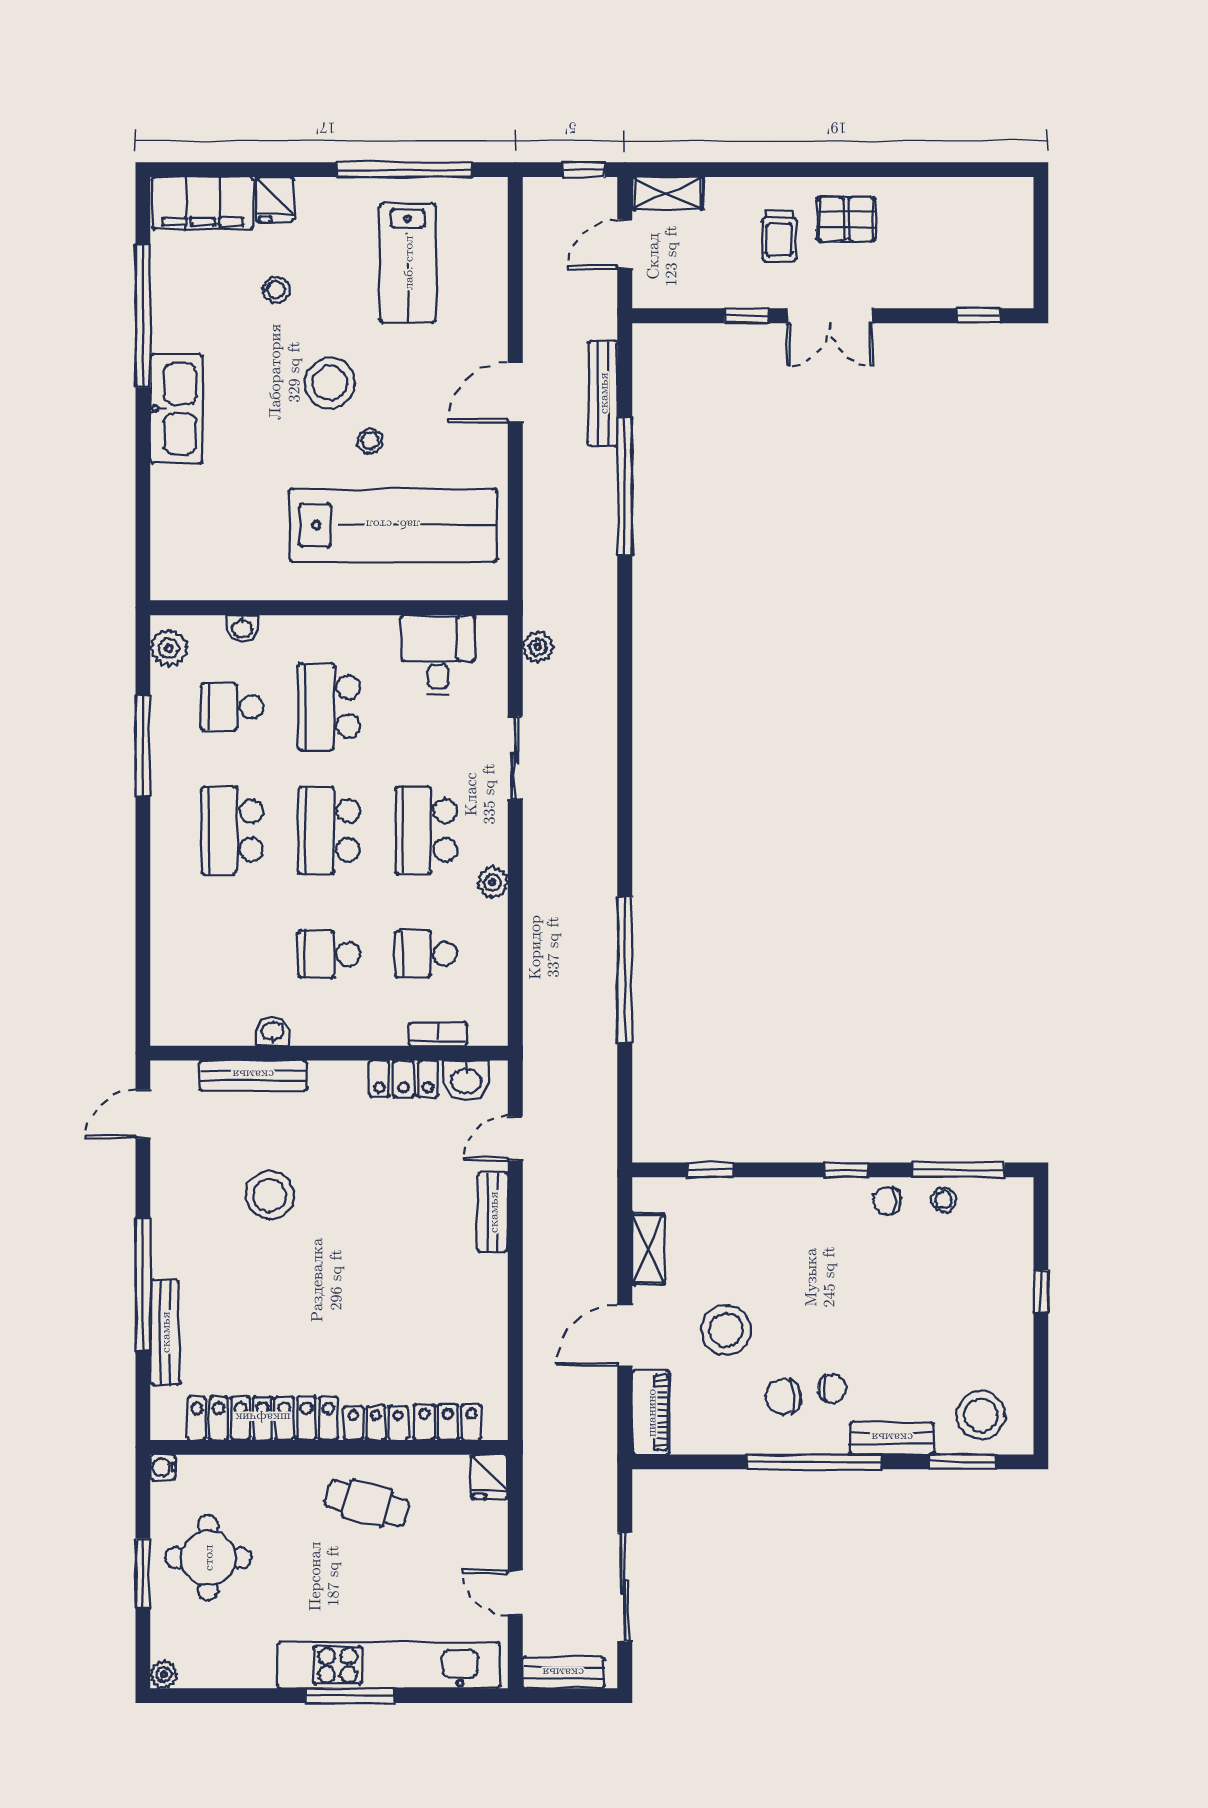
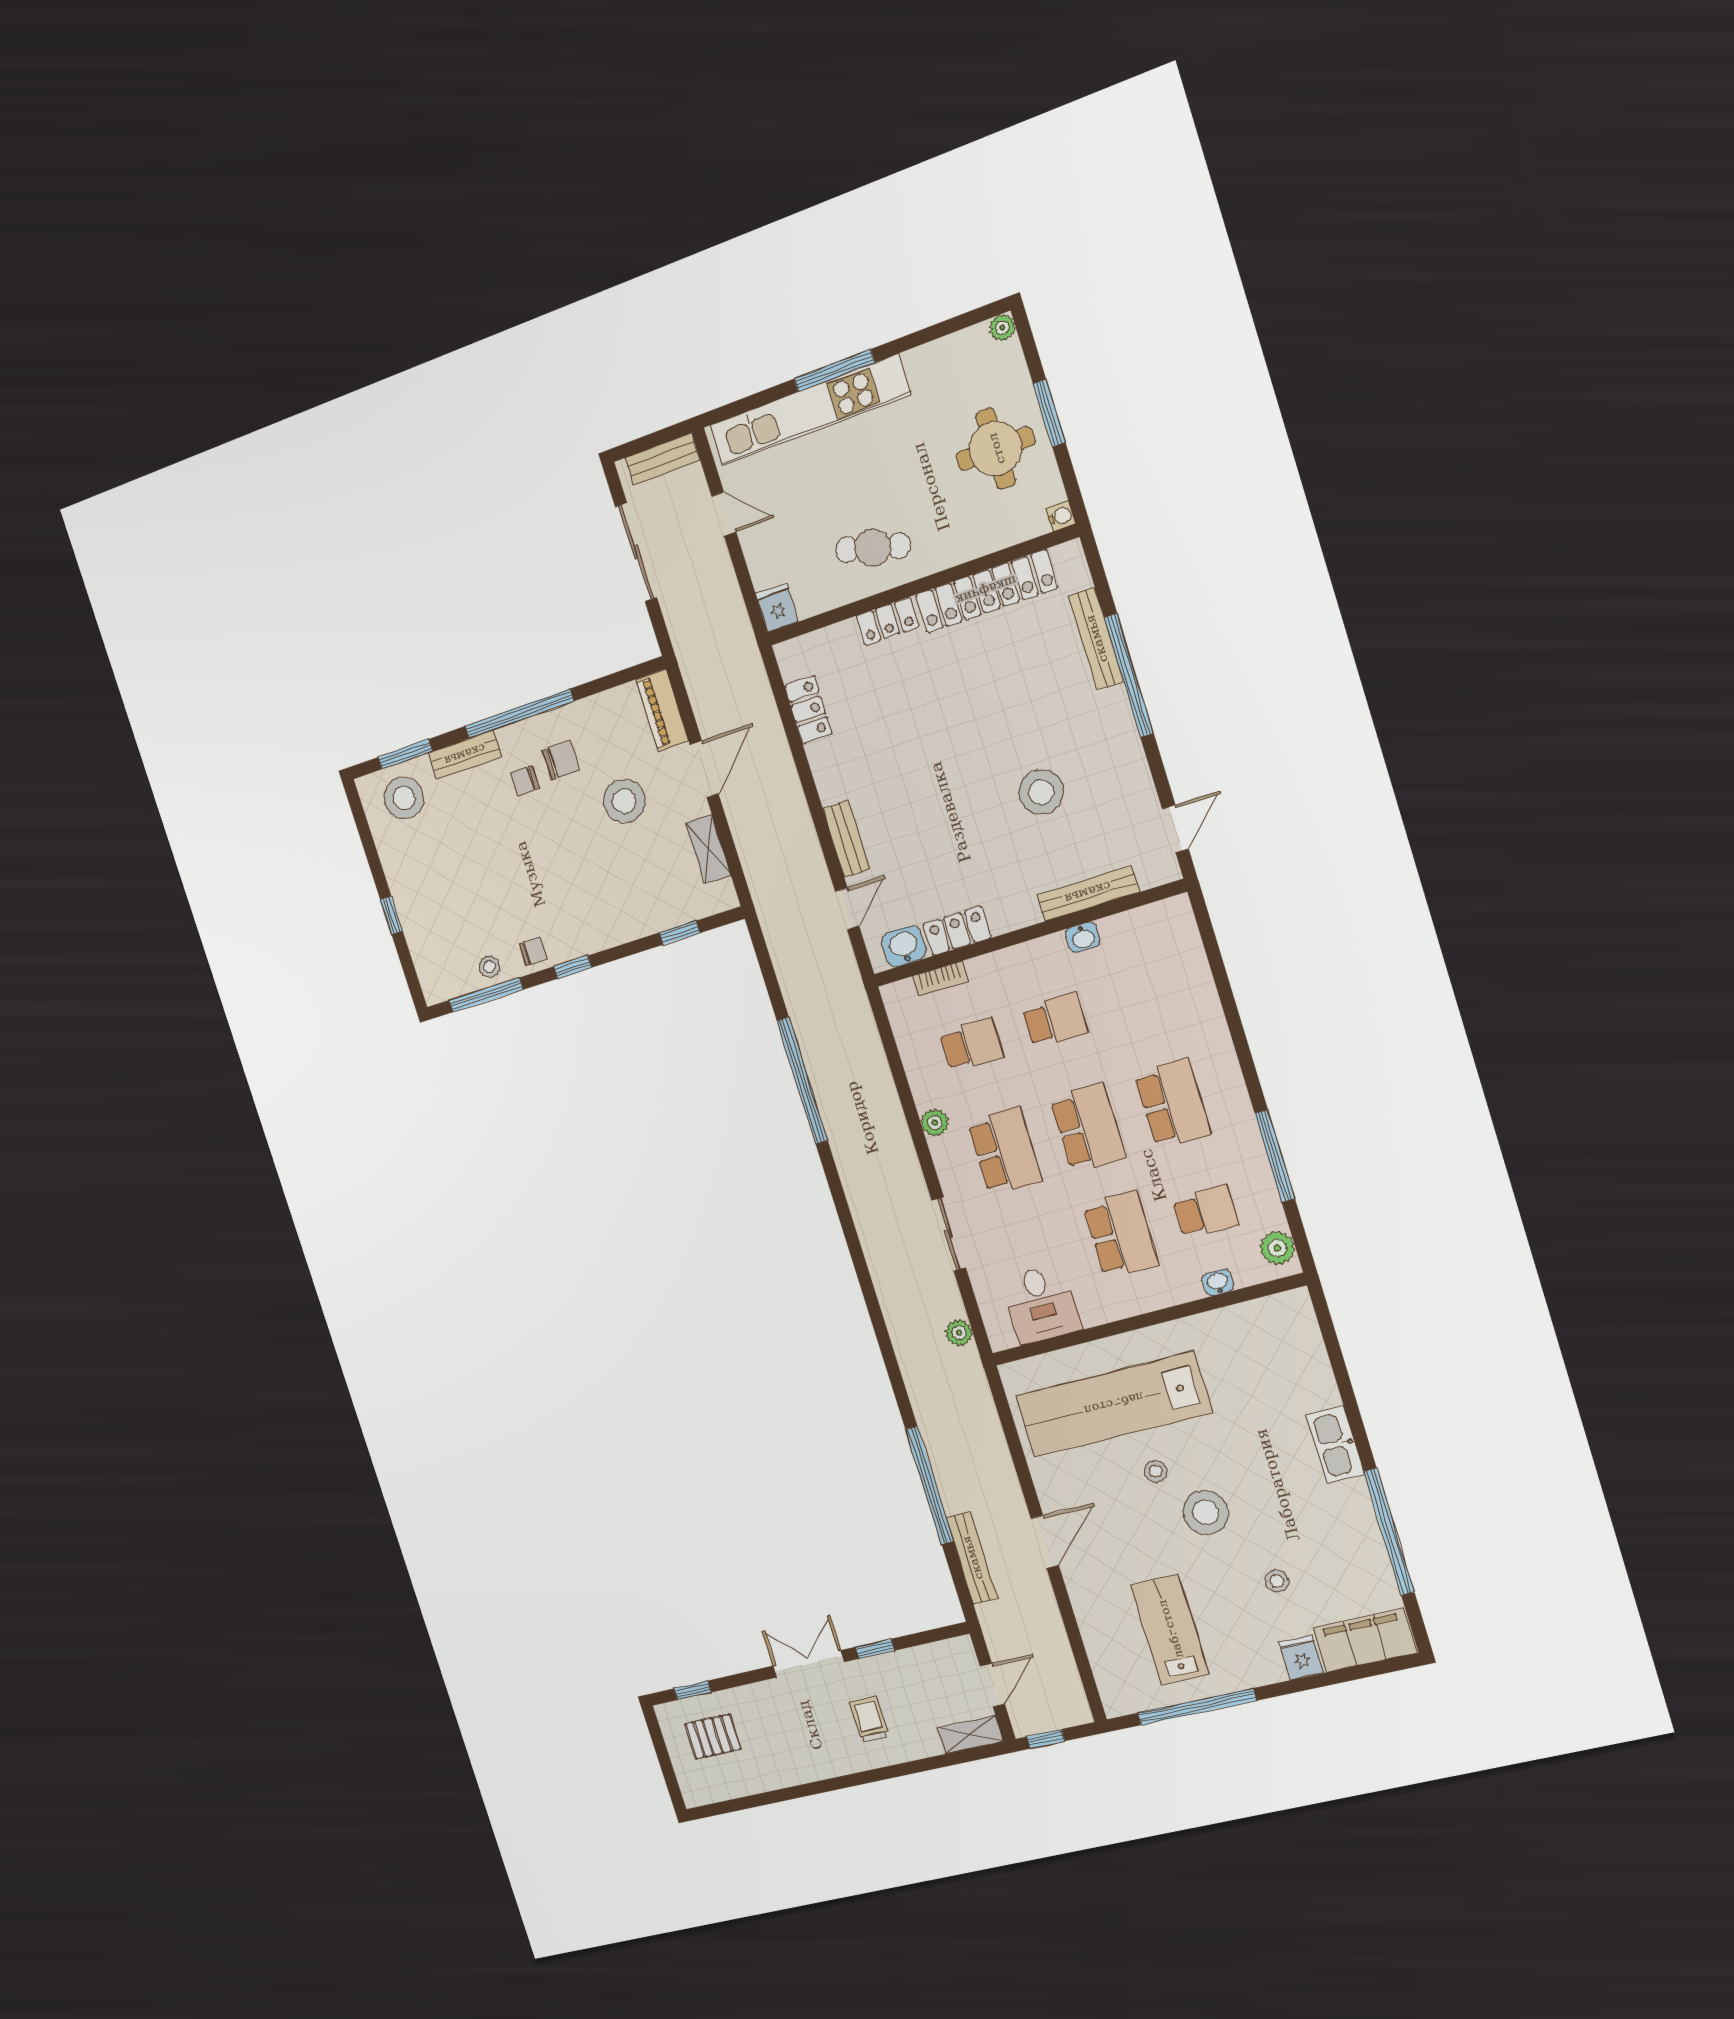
pallet: (846, 219) -> (713, 1736), moved
kitchen sink: (176, 409) -> (1335, 1445), width x0.73, depth x0.81
locker: (448, 1422) -> (808, 710), moved, turned -90

